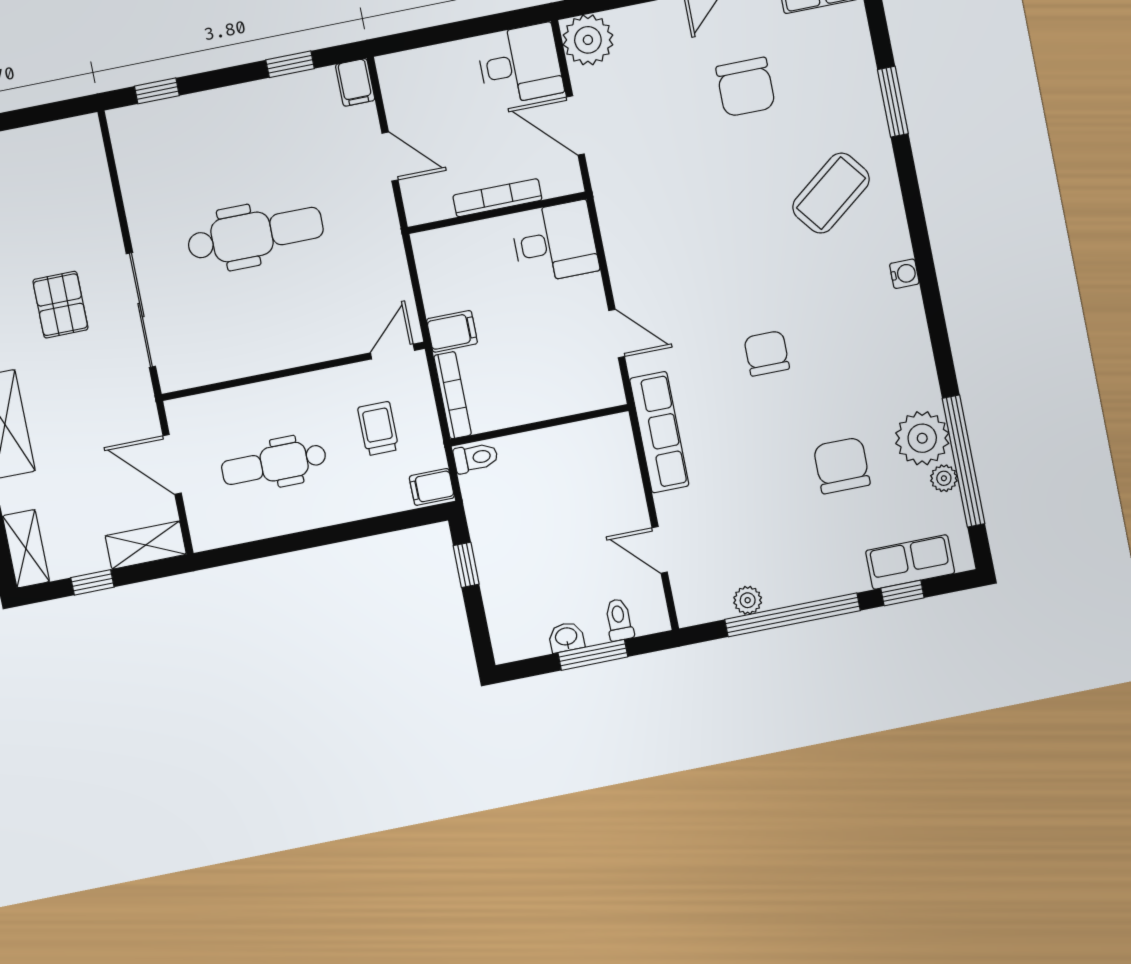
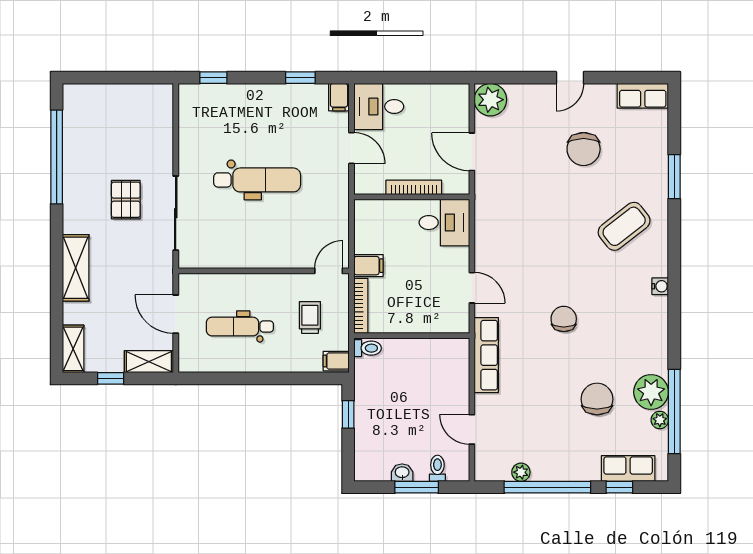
desk: (520, 64) -> (379, 107), moved, turned 180

